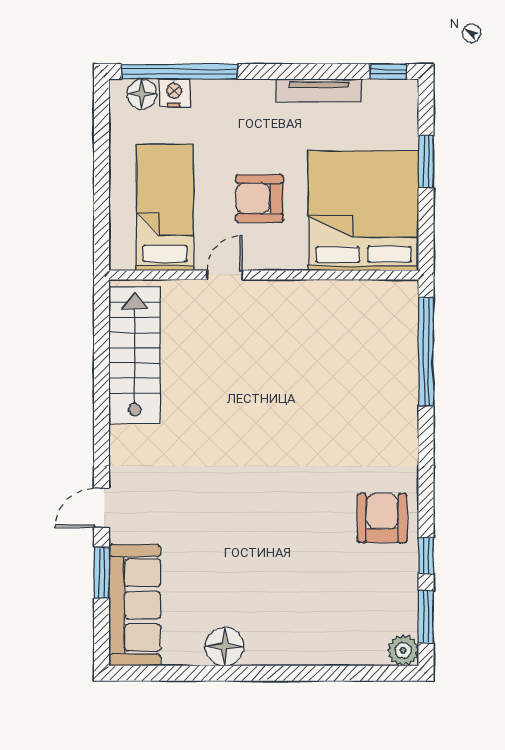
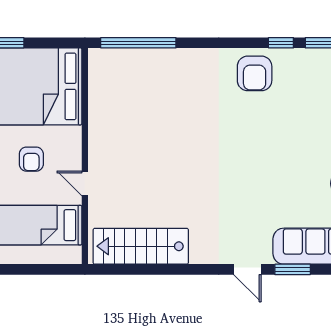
armchair: (260, 198) -> (31, 159), width x0.72, depth x0.72
armchair: (382, 518) -> (255, 73), turned -90

